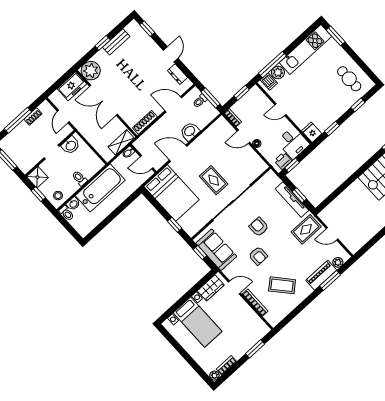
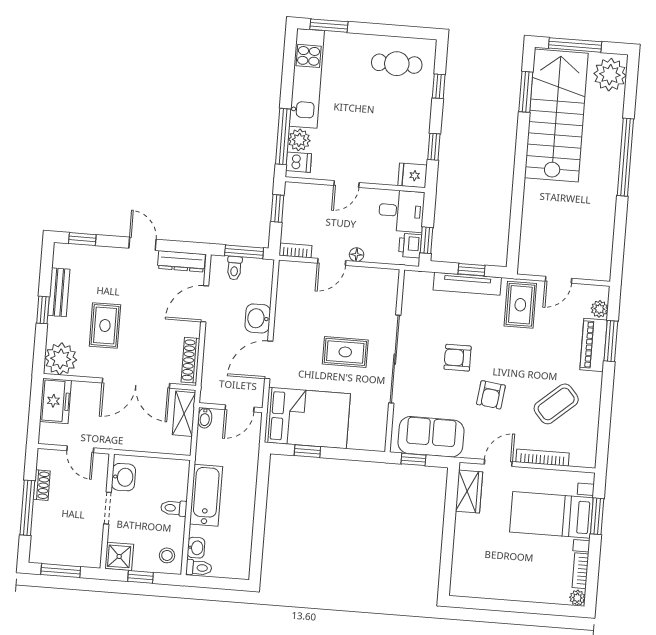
rug: (123, 74) -> (105, 325), added
dresser: (177, 74) -> (181, 261), width x1.44
double door: (103, 100) -> (136, 383), moved
bathtub: (100, 188) -> (206, 495), width x0.73, depth x0.73
window: (175, 225) -> (307, 451), moved
armchair: (258, 256) -> (491, 395), turned 97
bed with nightstands: (198, 322) -> (551, 515), moved, turned 180

